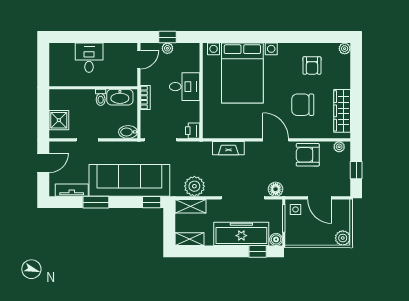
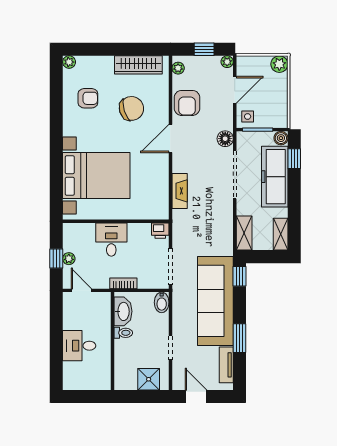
chair: (303, 105) -> (131, 108), turned -107
plant: (194, 186) -> (227, 62), moved, width x0.53, depth x0.53

